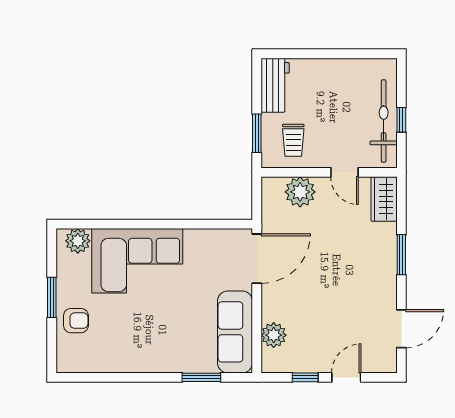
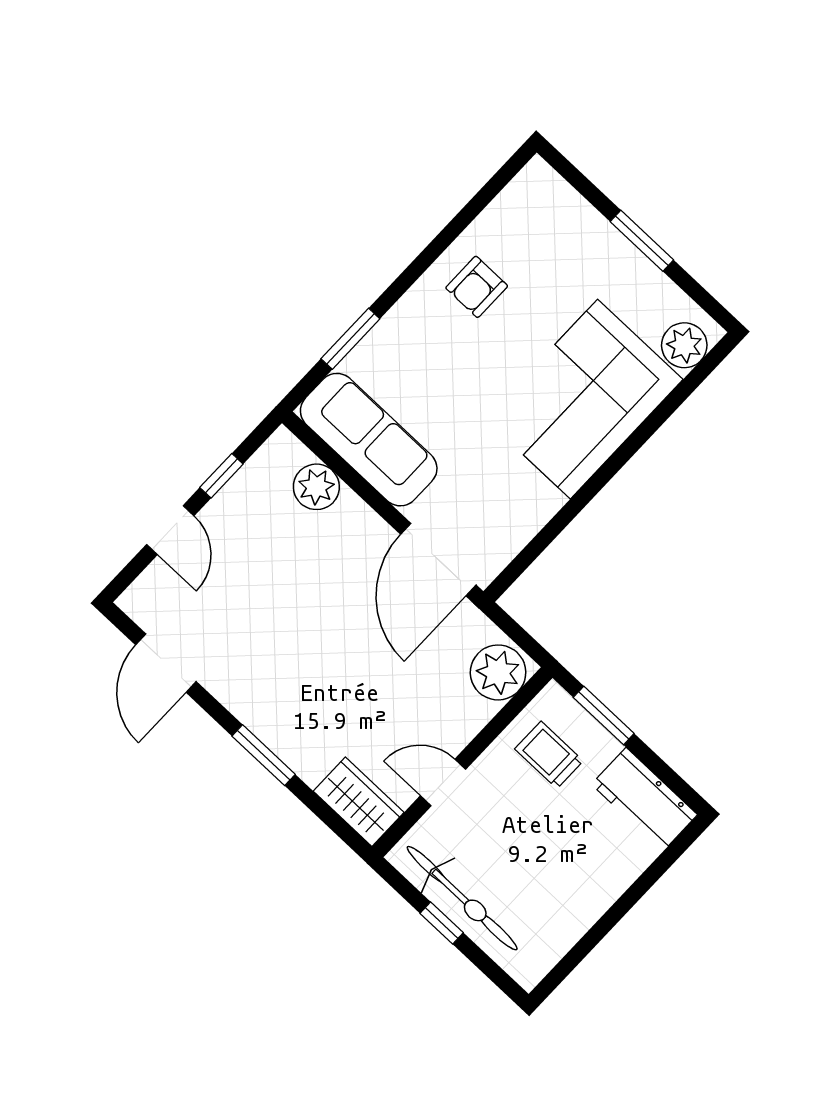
plant: (300, 192) -> (498, 672), moved
armchair: (76, 321) -> (477, 287), moved

